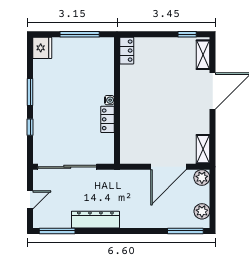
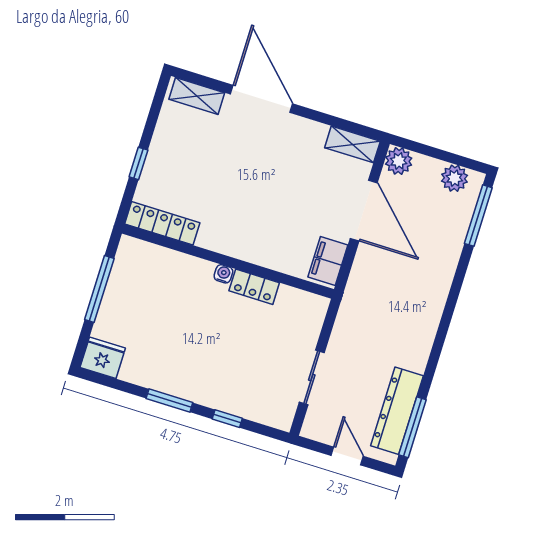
window: (187, 34) -> (138, 163), moved
locker: (127, 51) -> (162, 223), width x1.53
filing cabinet: (134, 156) -> (328, 261), added
sliding door: (67, 167) -> (312, 378), width x0.54
dresser: (95, 220) -> (397, 411), moved

